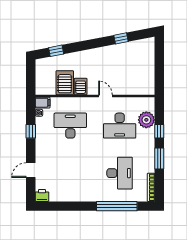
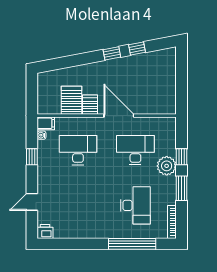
window: (56, 51) -> (112, 53), moved
door: (105, 96) -> (119, 116), width x1.88
plant: (146, 120) -> (167, 166), moved
desk: (120, 126) -> (135, 150), turned 180

